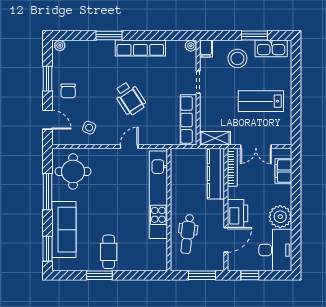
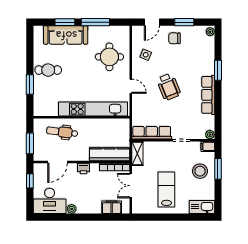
window: (255, 35) -> (218, 169), moved
kitchen sink: (271, 48) -> (202, 207), moved, turned 90
wheelchair: (130, 98) -> (169, 87), turned -79
round table: (73, 171) -> (109, 57), moved
printer: (237, 213) -> (84, 169), width x0.53, depth x0.68
plant: (280, 217) -> (72, 209), width x0.53, depth x0.53
door: (226, 240) -> (58, 162), hinge flipped
window: (48, 249) -> (65, 22), moved
window: (99, 275) -> (30, 84), moved

